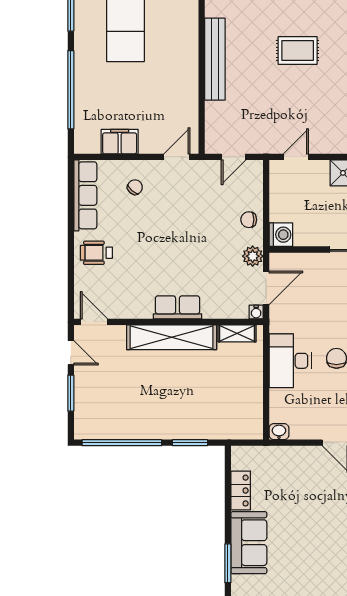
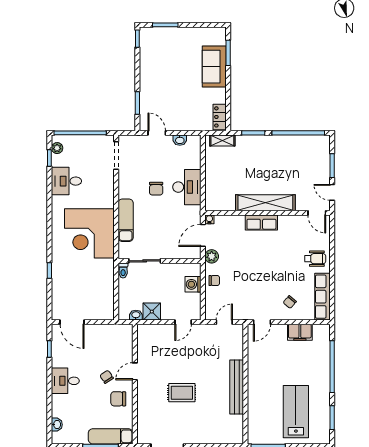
washing machine: (281, 235) -> (193, 284), moved
shelving: (237, 333) -> (222, 140), moved
washbasin: (279, 432) -> (180, 140), moved
locker: (241, 491) -> (220, 117), moved

